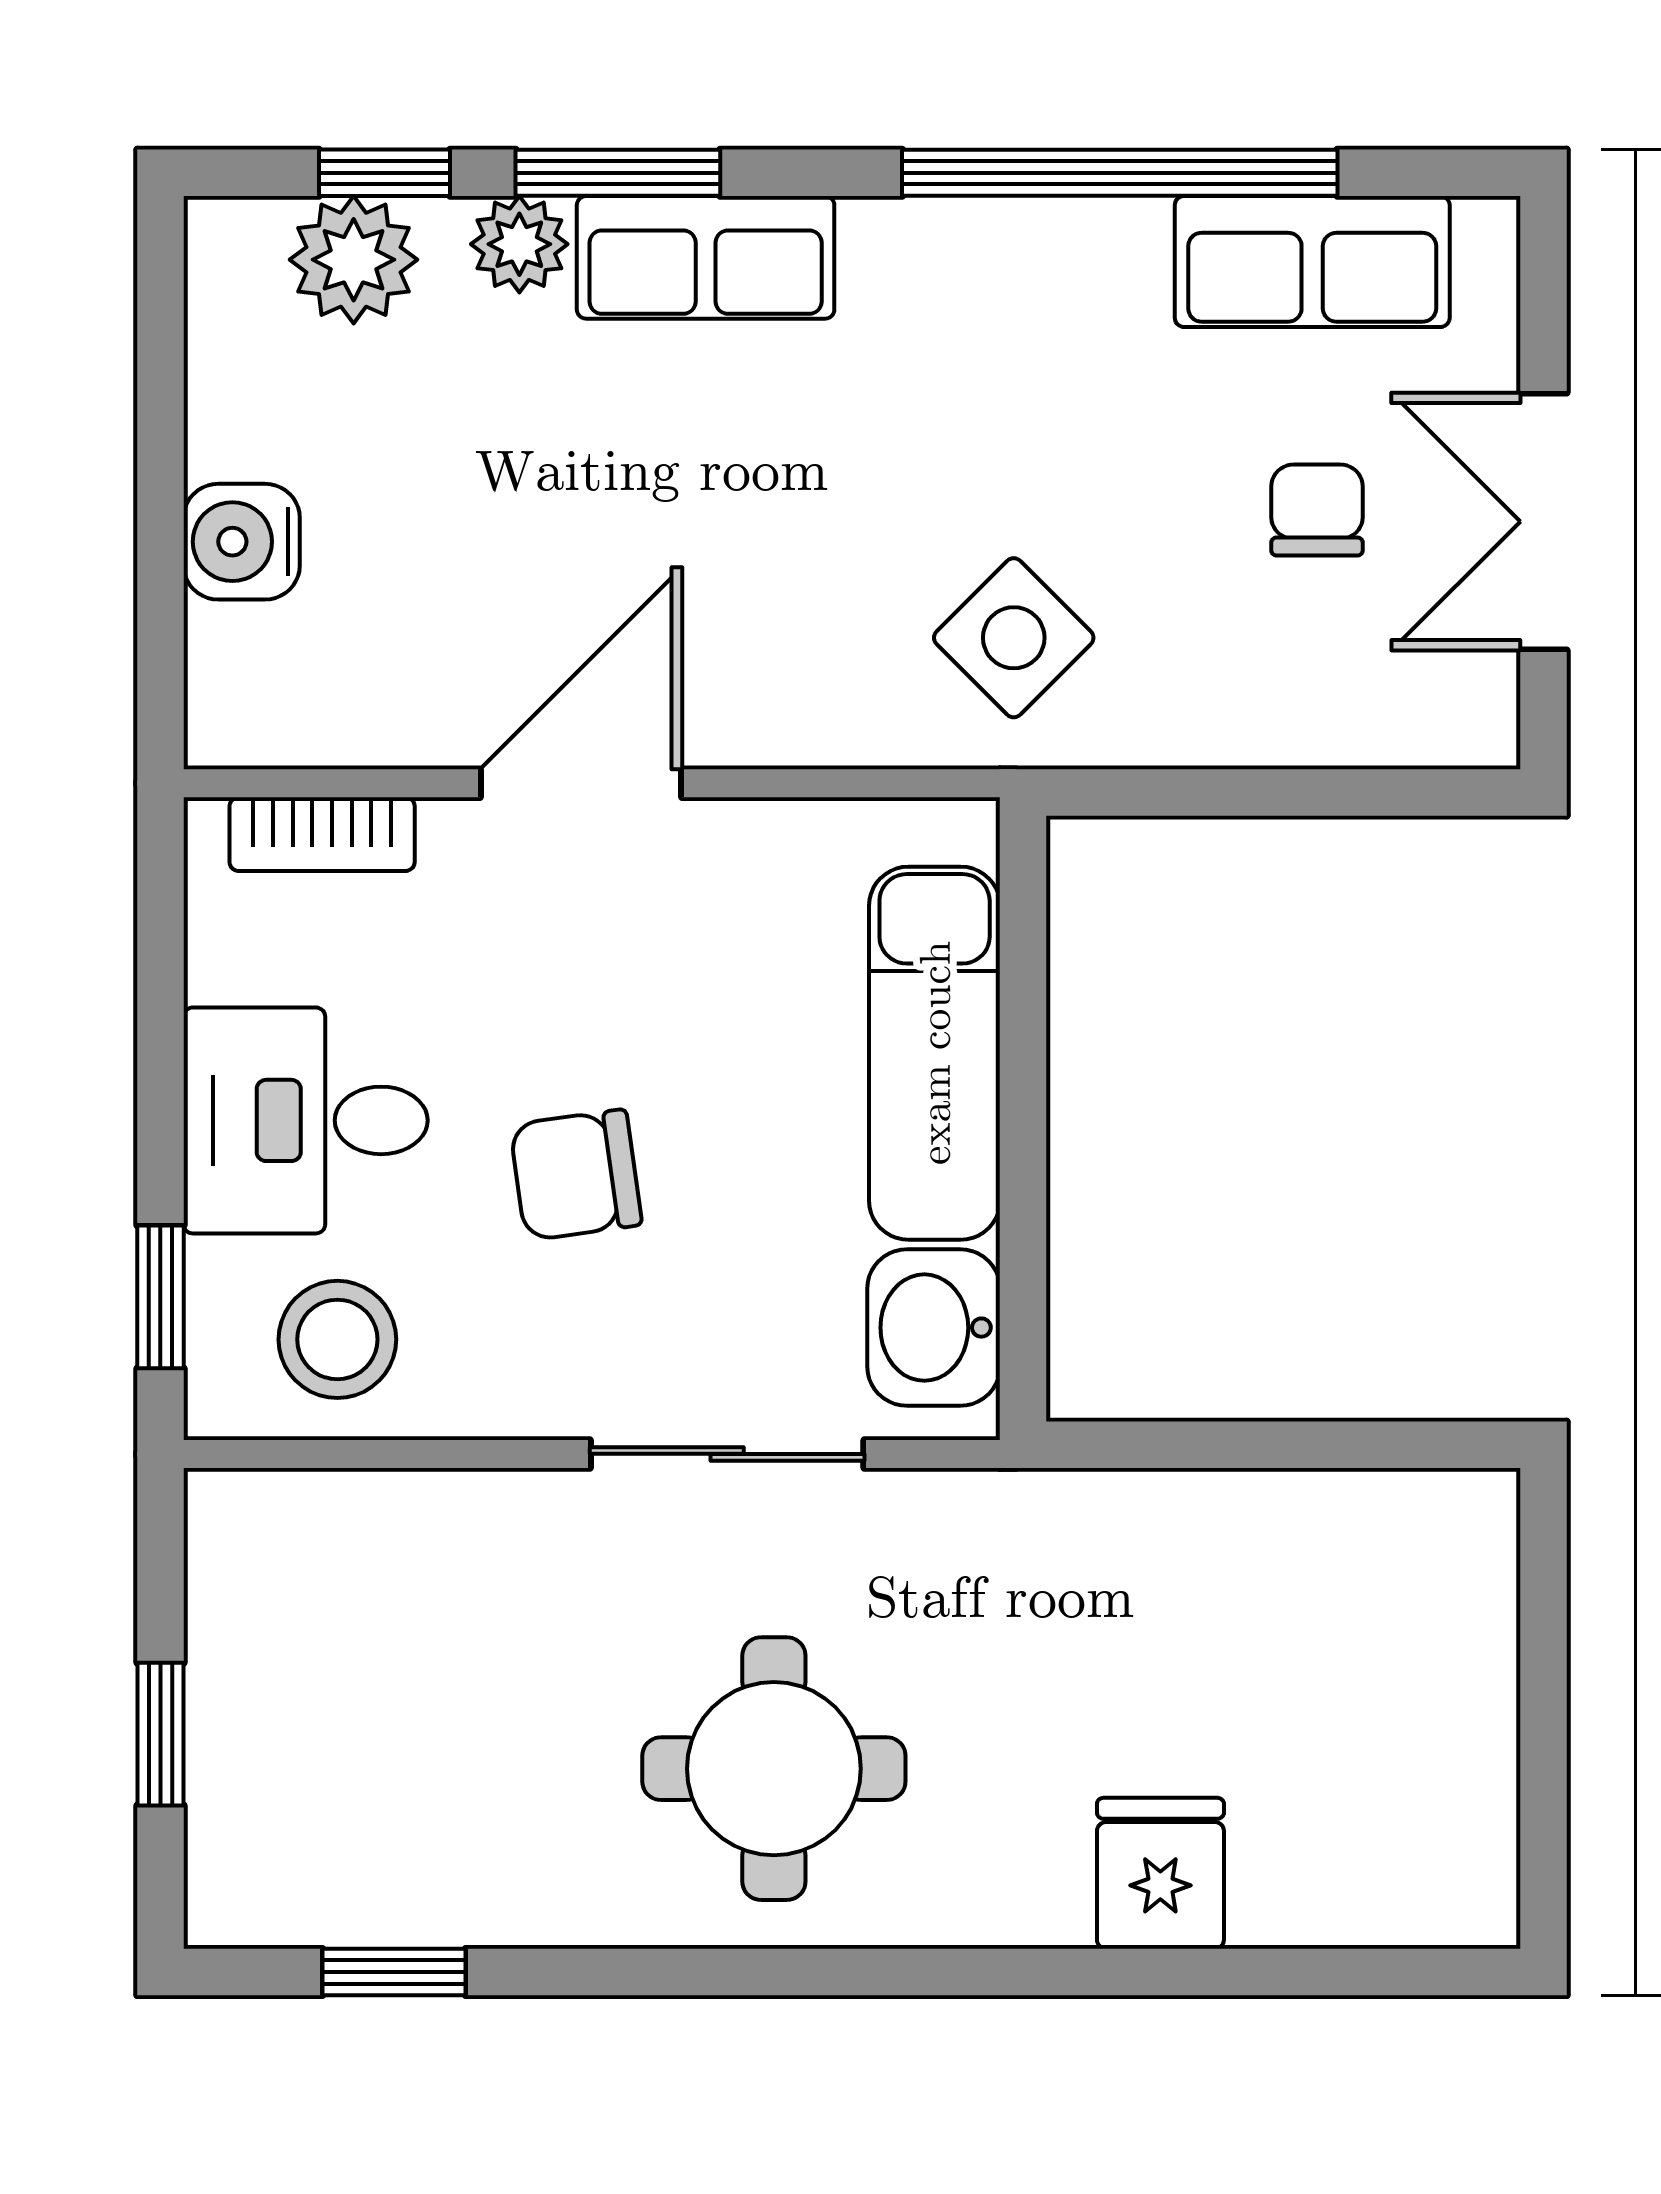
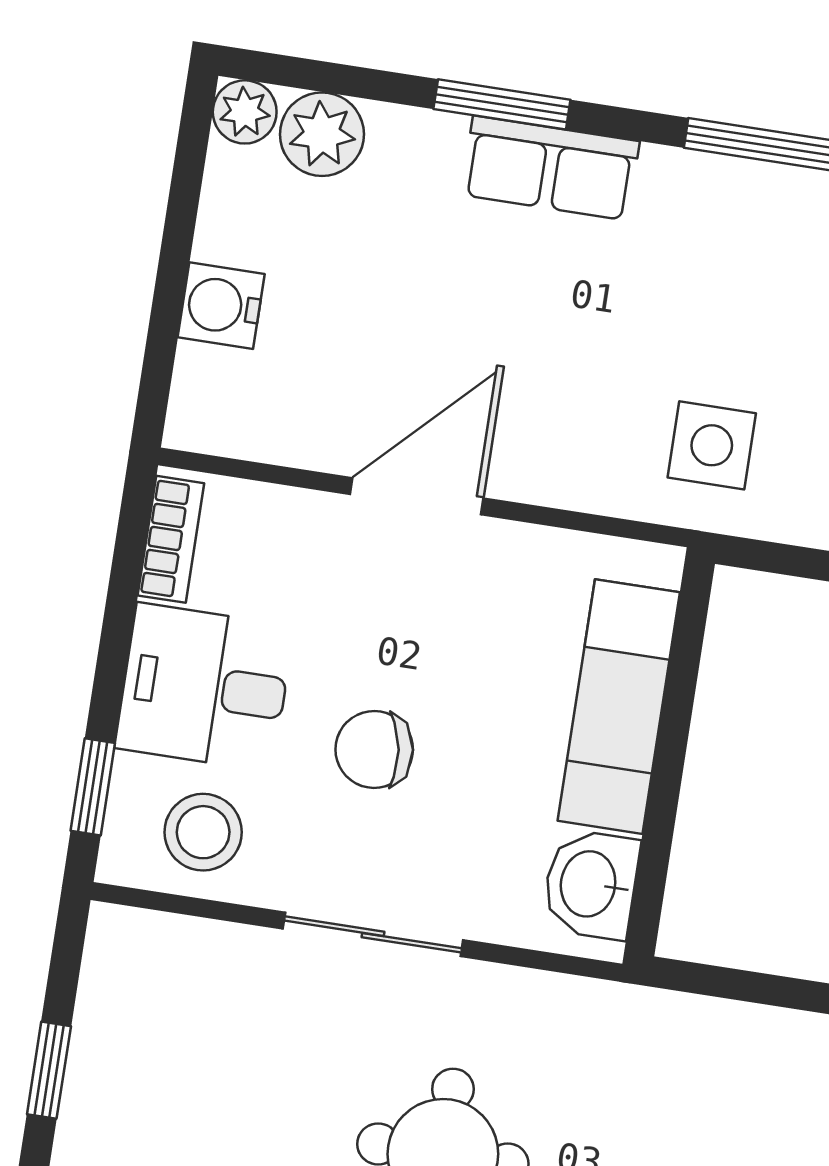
window: (384, 173) -> (351, 81), removed
plant: (519, 244) -> (245, 112), moved
side table: (1014, 638) -> (712, 445), turned 45
bookcase: (322, 834) -> (171, 539), moved, turned -90
sliding door: (727, 1454) -> (373, 934), moved

